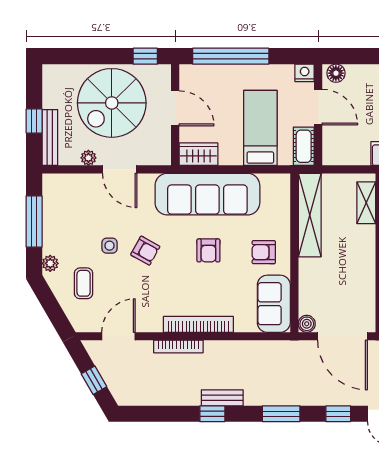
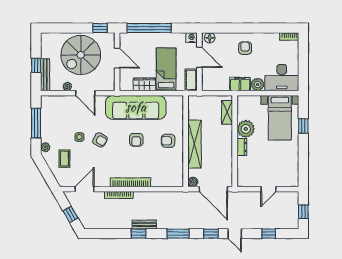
wardrobe: (198, 154) -> (144, 84), moved
shelving: (310, 215) -> (194, 144), moved
sofa: (274, 304) -> (174, 170), removed

